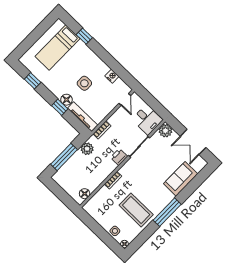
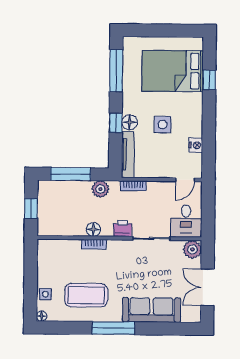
bed: (58, 47) -> (173, 71), width x1.50
window: (33, 81) -> (116, 71), width x2.17
sofa: (181, 179) -> (151, 310), width x1.36
floor lamp: (85, 194) -> (93, 229), moved
window: (62, 195) -> (31, 209), added
coffee table: (136, 210) -> (86, 295), turned 90

